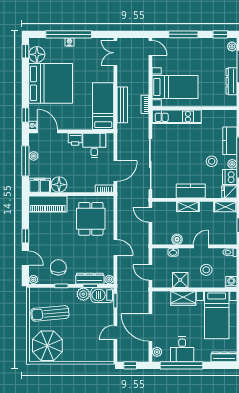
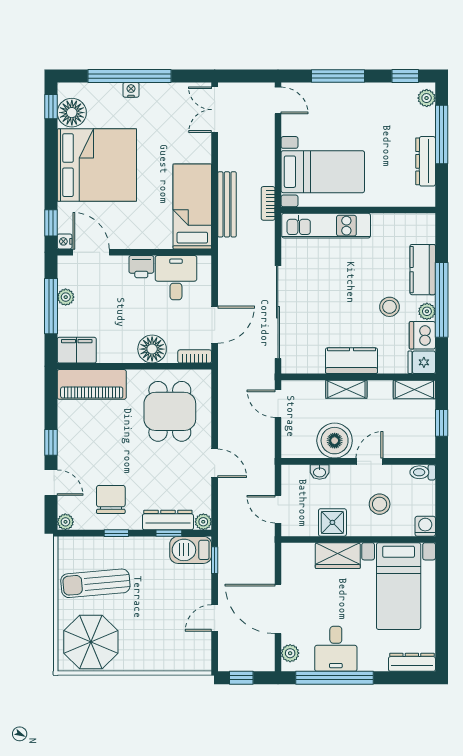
floor lamp: (59, 185) -> (152, 349), moved
boiler: (177, 239) -> (335, 441), width x1.86, depth x1.86
plant: (83, 294) -> (156, 548), removed

